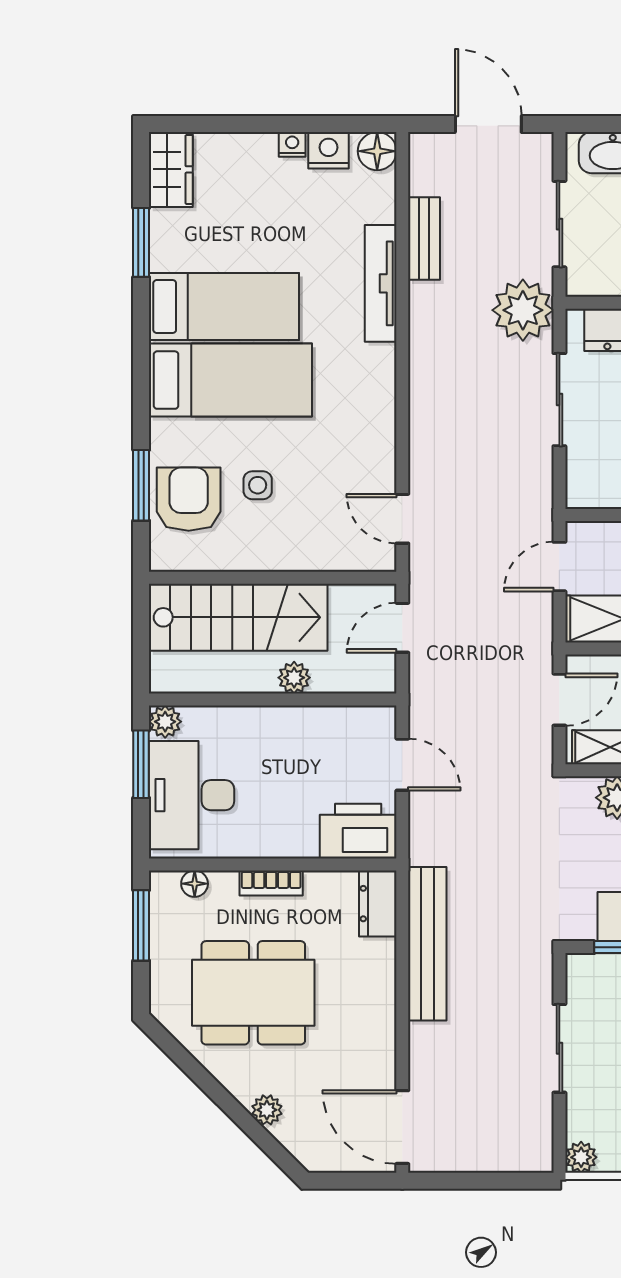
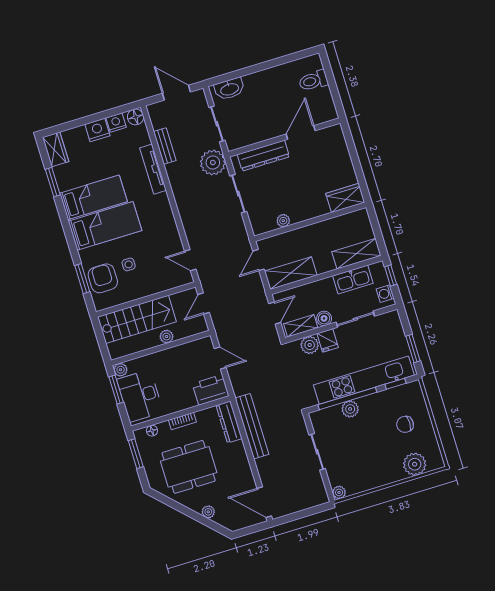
nightstand: (292, 144) -> (97, 130), width x1.89, depth x1.79
dresser: (378, 904) -> (229, 422), width x1.44

